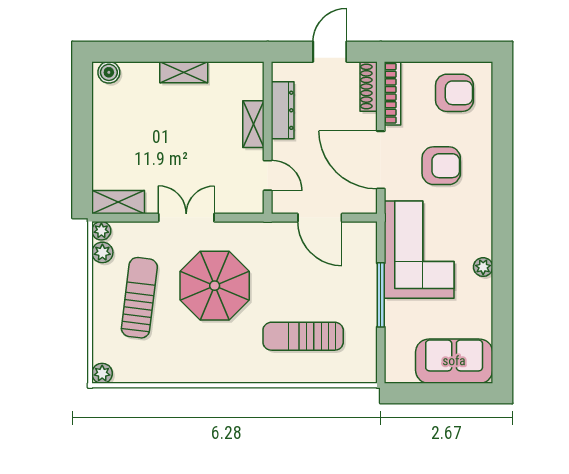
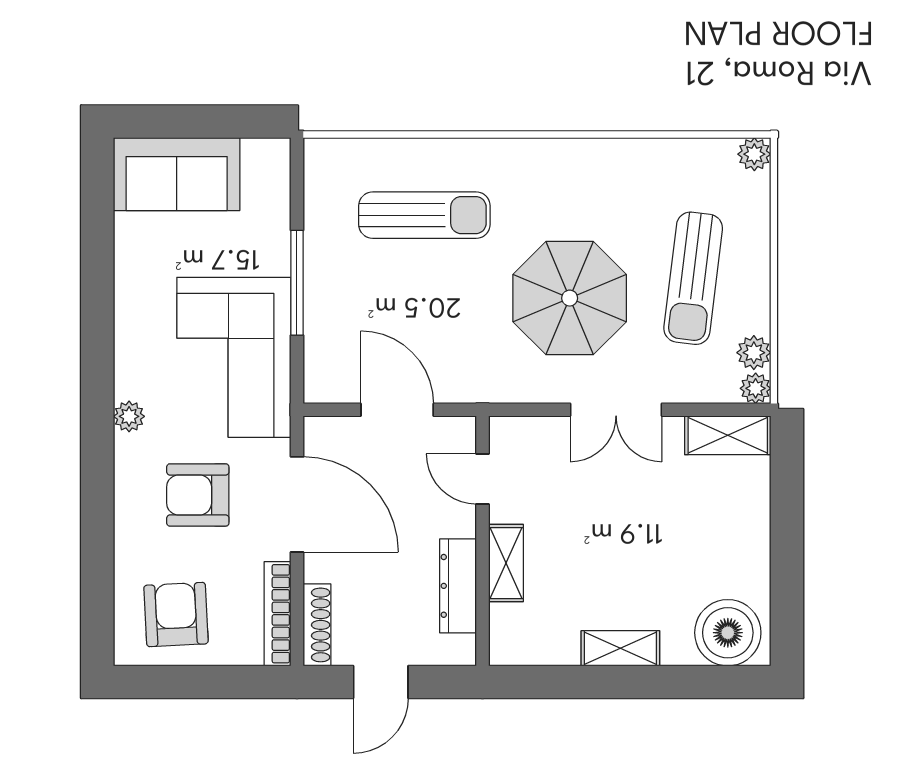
boiler: (109, 72) -> (728, 633), width x1.86, depth x1.86
armchair: (454, 93) -> (176, 615), turned 87
plant: (483, 267) -> (129, 416), moved

